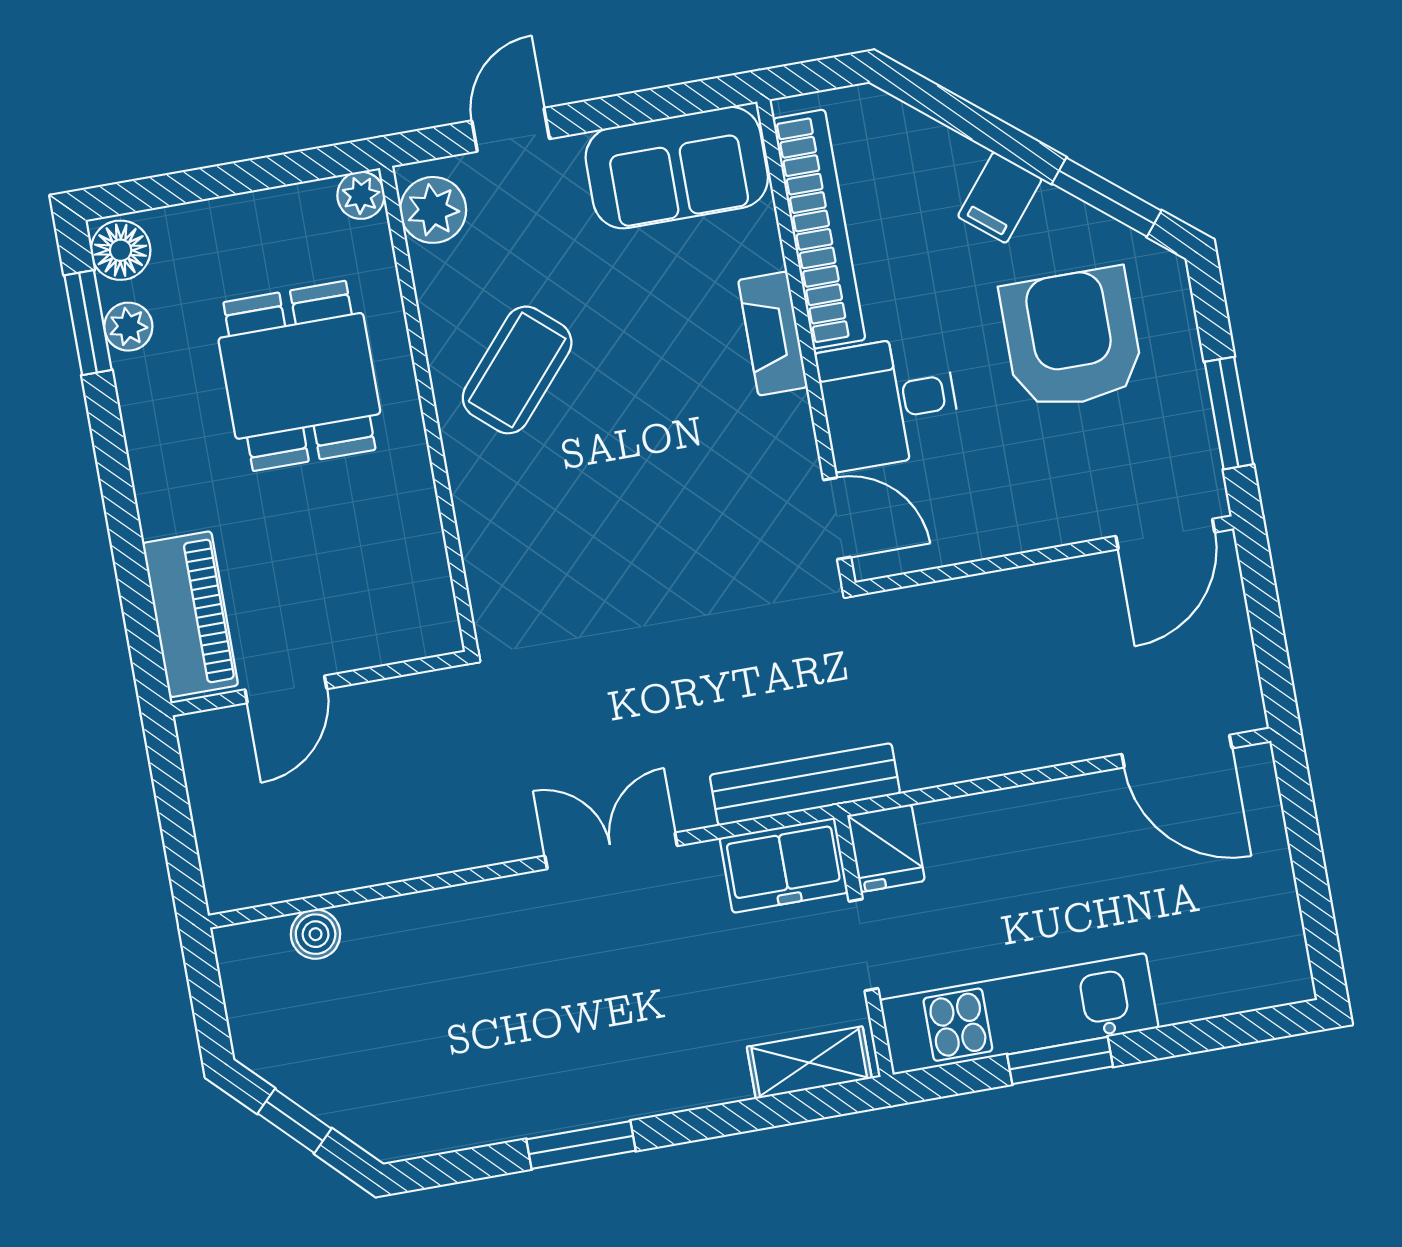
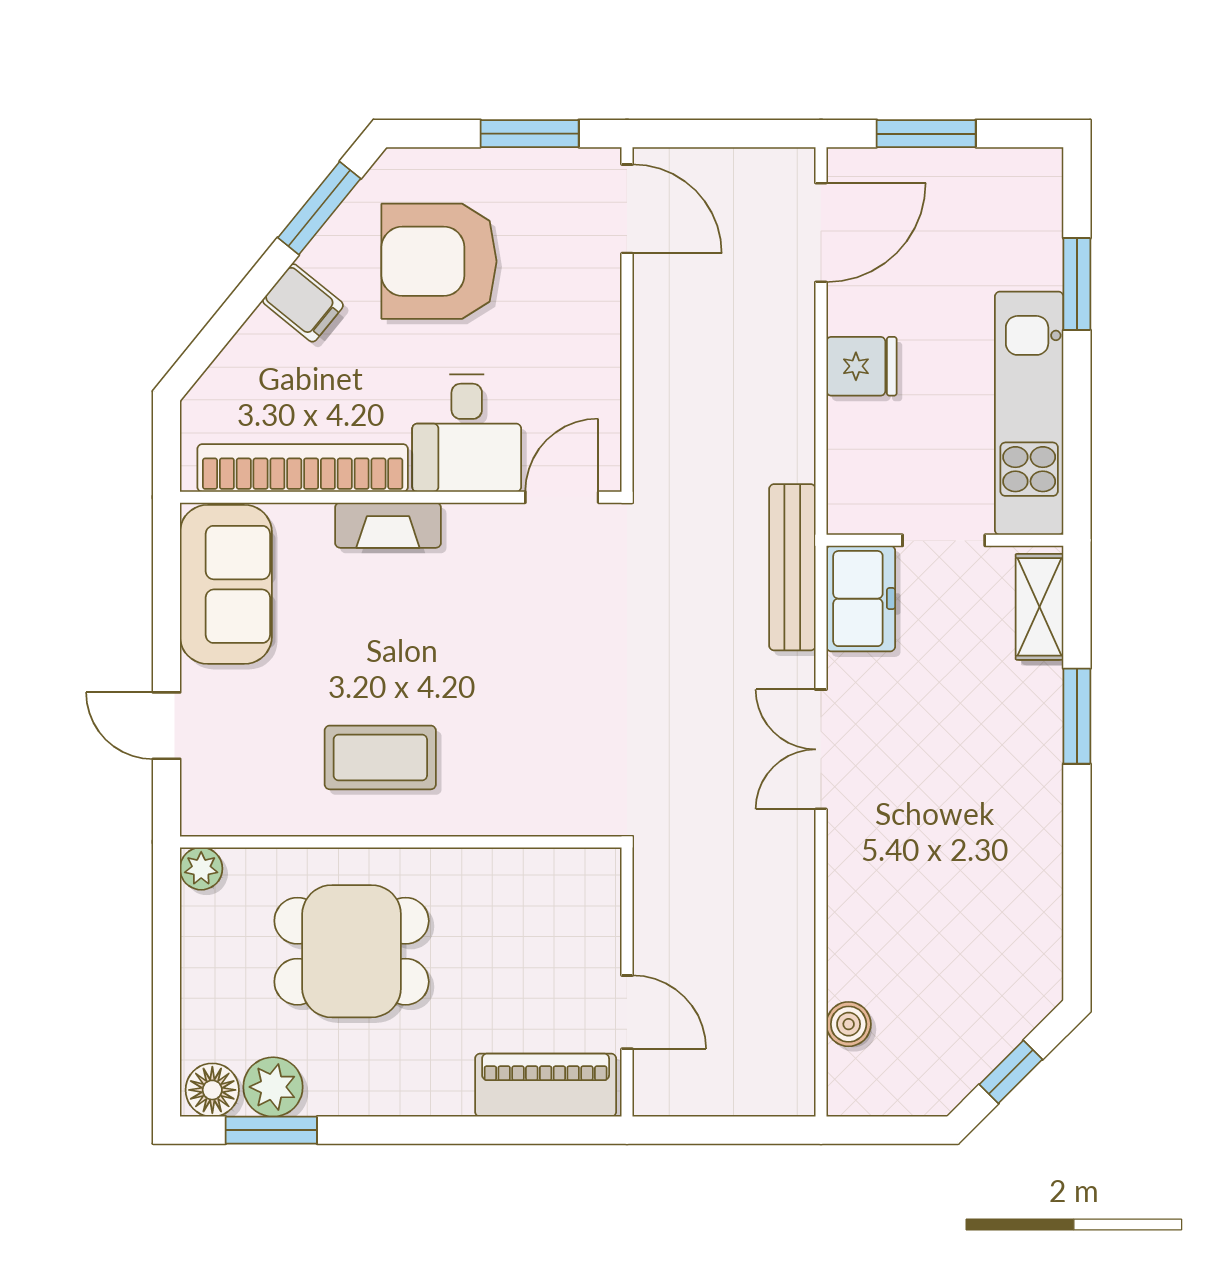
plant: (433, 210) -> (225, 807), removed
plant: (128, 327) -> (273, 1087), width x1.38, depth x1.38
coffee table: (517, 370) -> (380, 757), turned -41
window: (1305, 847) -> (926, 134), added
fridge: (886, 848) -> (862, 366), moved
window: (1060, 1061) -> (1077, 284), moved
window: (581, 1145) -> (1077, 716), moved

